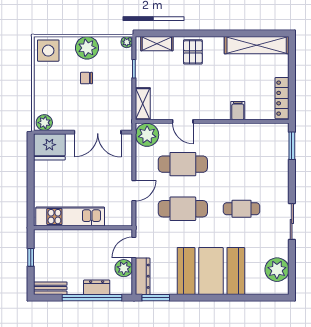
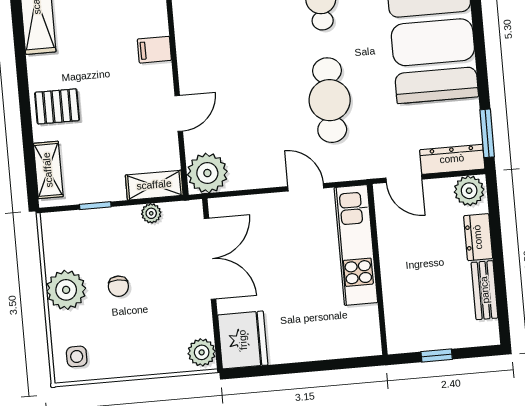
plant: (127, 42) -> (151, 213), moved
side table: (48, 51) -> (77, 356), width x0.54, depth x0.54
filing cabinet: (238, 111) -> (154, 50), moved
cafe table: (183, 164) -> (252, 107), removed
kitchen unit: (70, 217) -> (356, 245), moved
plant: (124, 268) -> (469, 191), moved
bench: (50, 288) -> (485, 290), moved
window: (92, 298) -> (497, 243), removed

